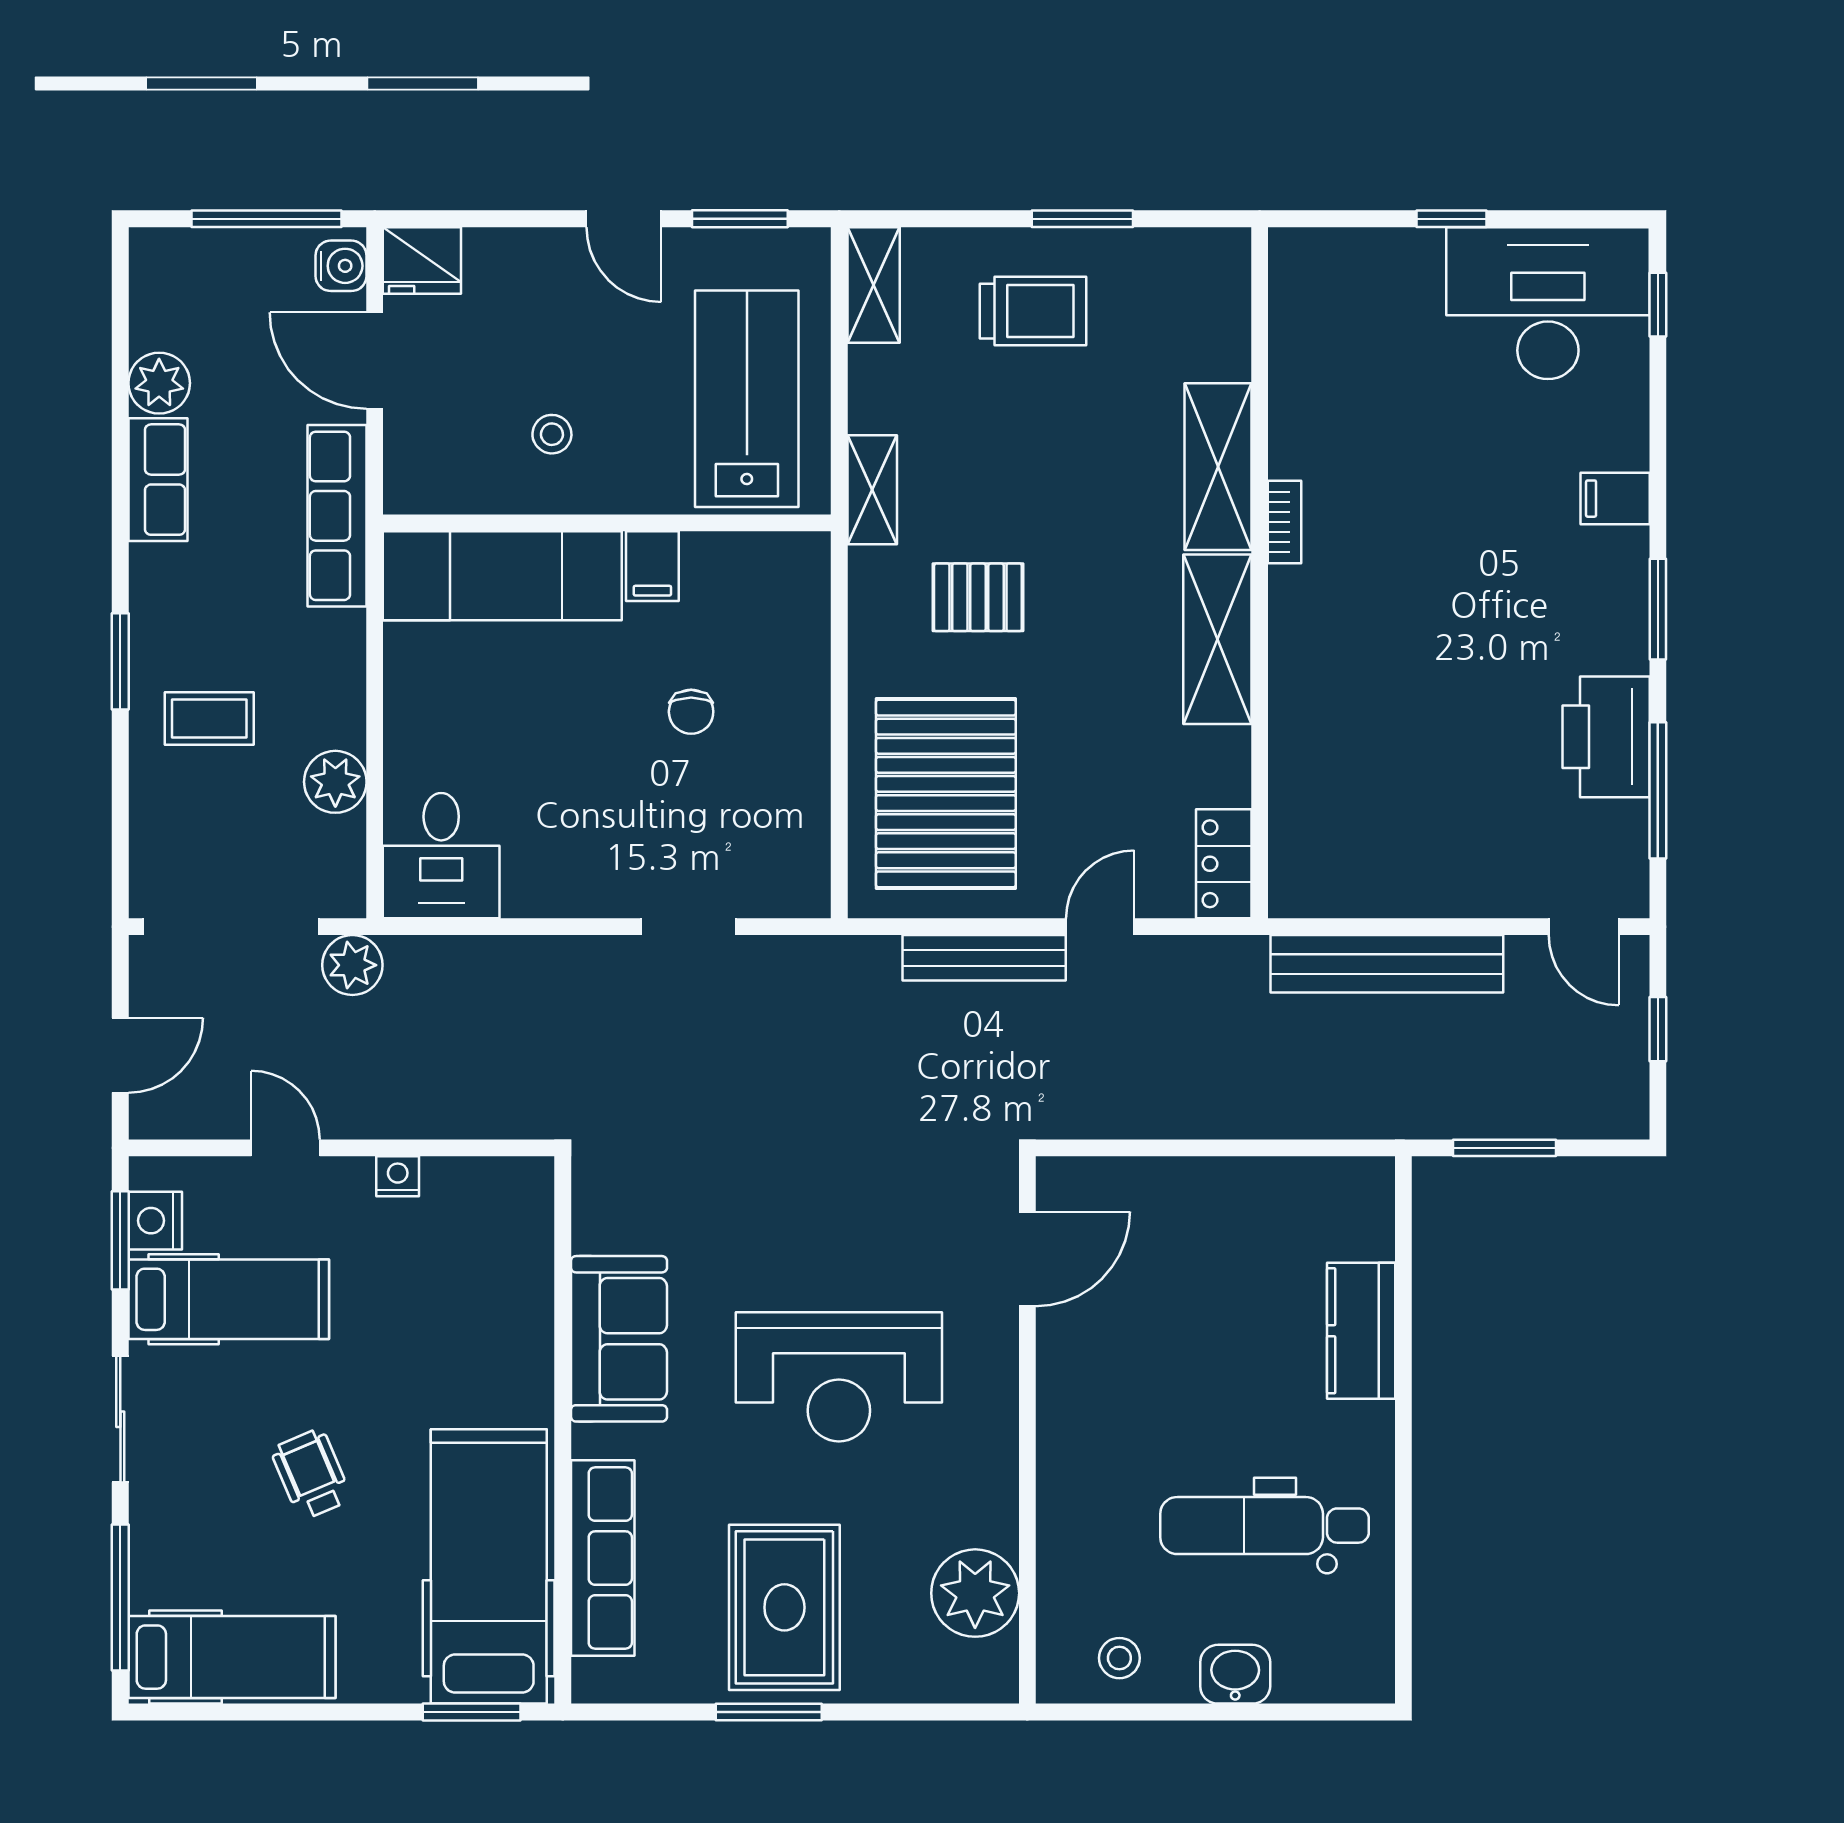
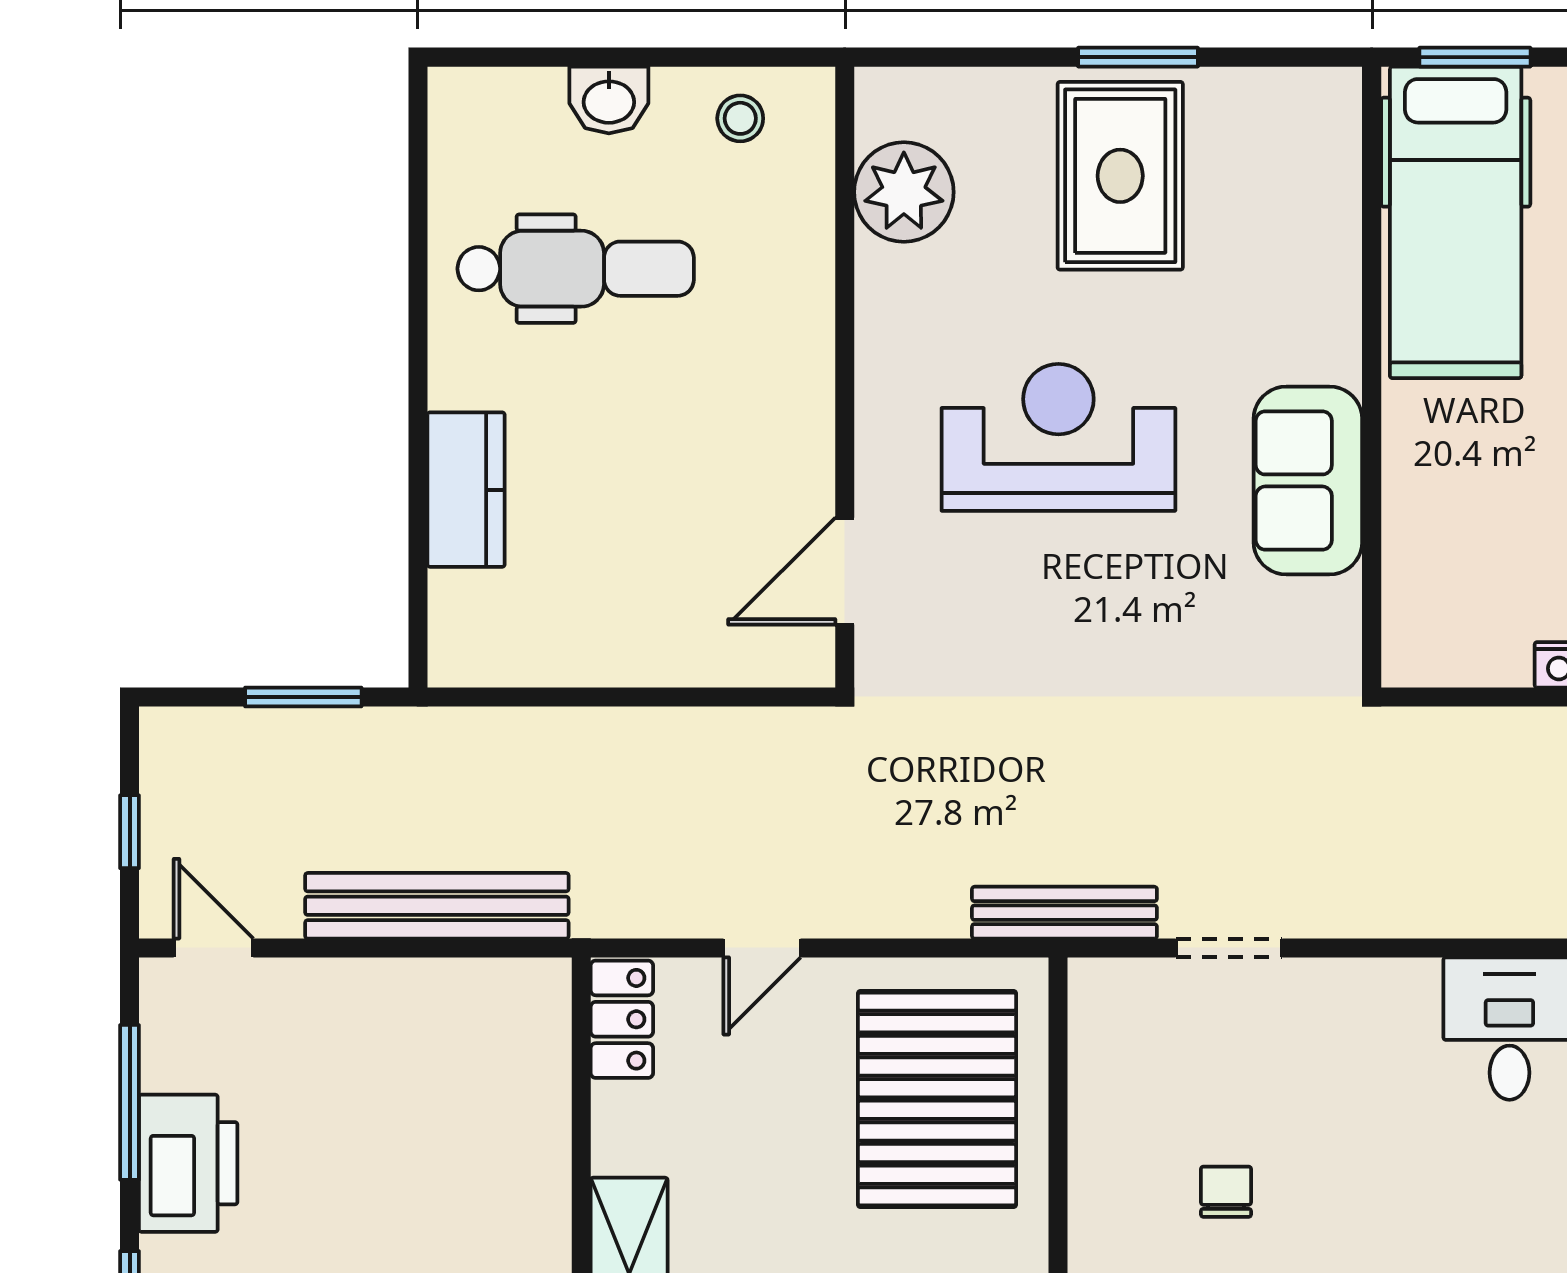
bench: (984, 958) -> (1064, 913), moved
row of seats: (603, 1558) -> (1326, 232), removed

